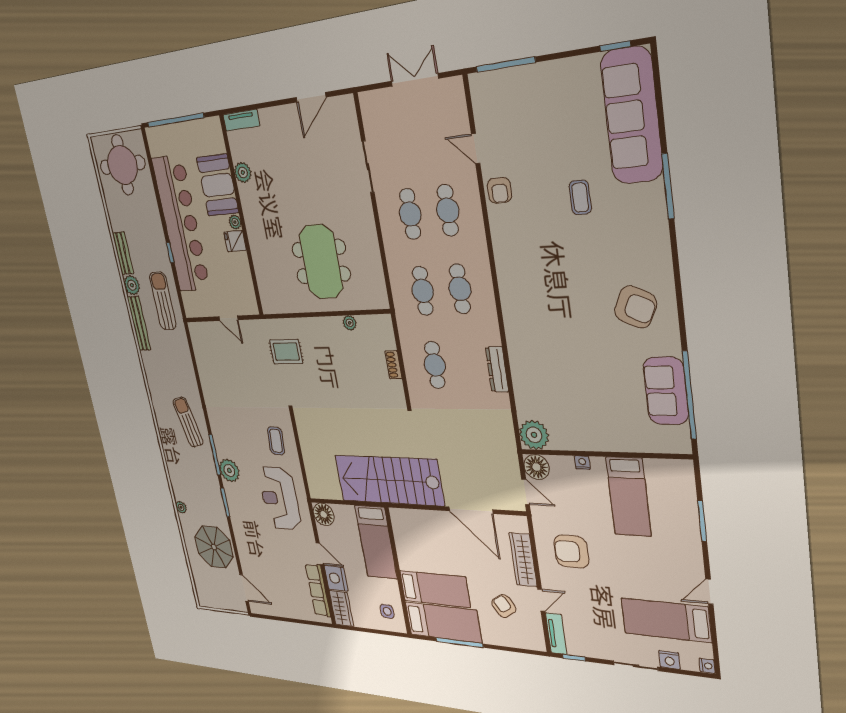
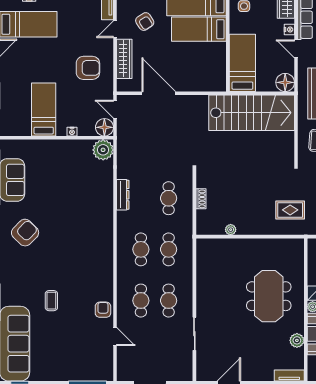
meeting table: (321, 262) -> (269, 296), moved
armchair: (636, 307) -> (25, 233), turned 109
stairs: (389, 480) -> (252, 113), moved
nightstand: (336, 578) -> (289, 29), width x0.53, depth x0.56

